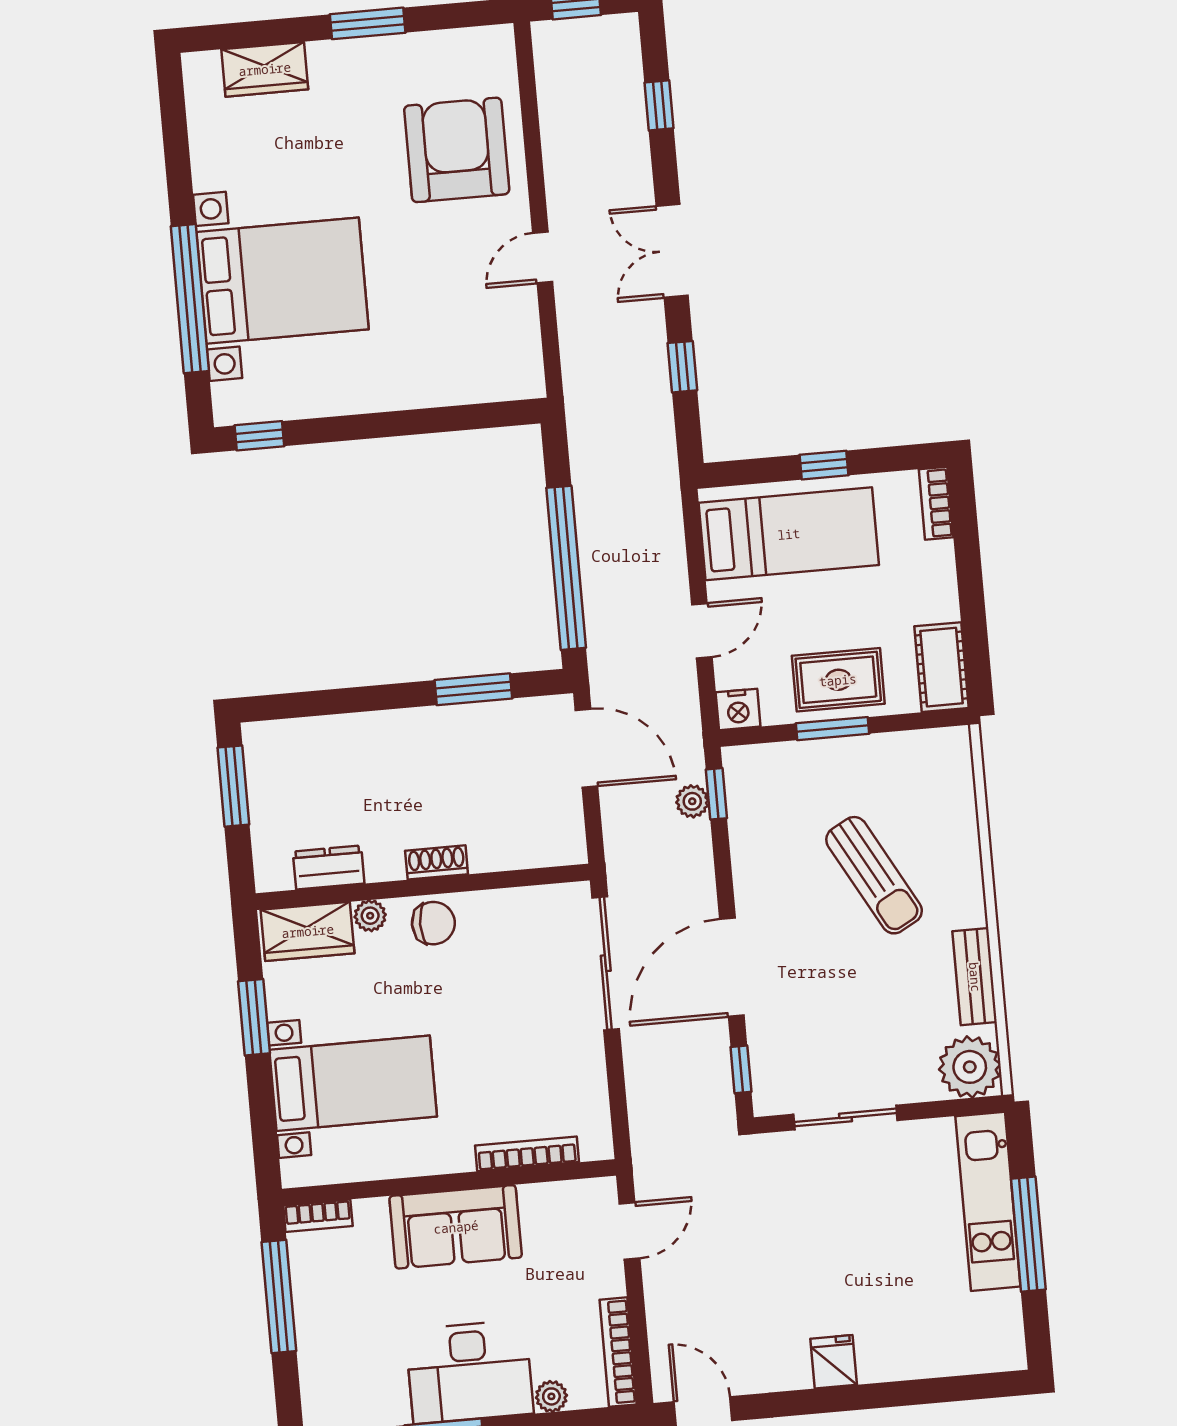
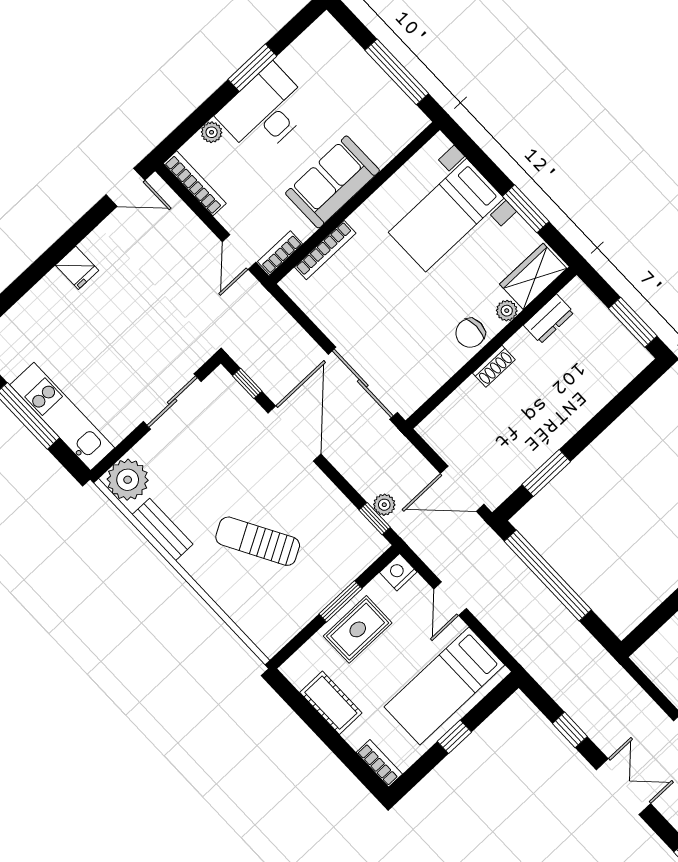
cot: (942, 667) -> (331, 703), moved
bookcase: (318, 1216) -> (280, 253), moved

